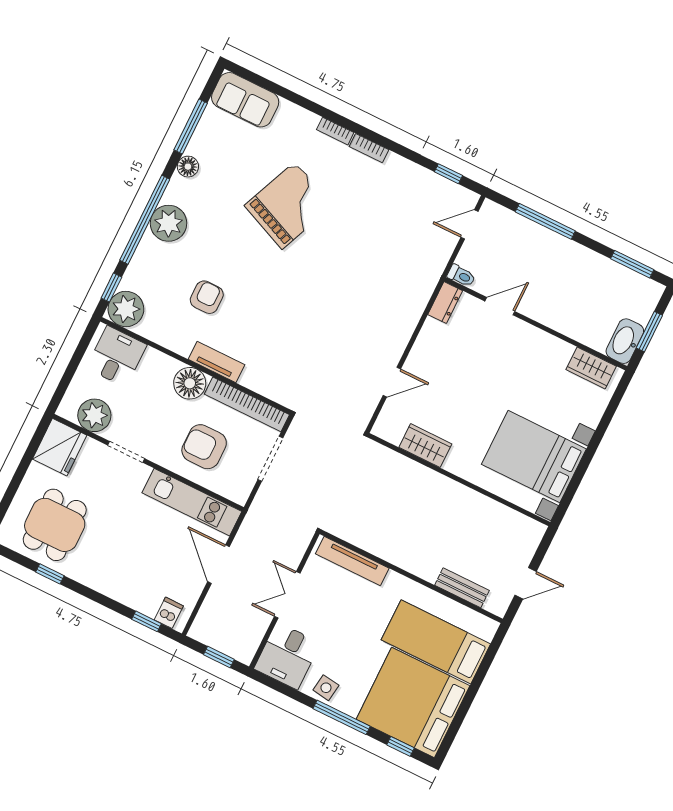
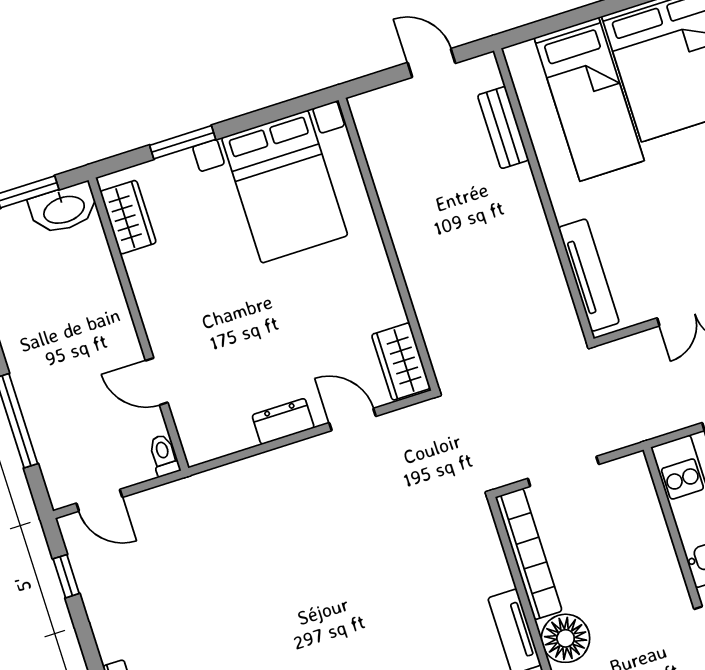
dresser: (445, 303) -> (283, 421), moved
window: (602, 428) -> (183, 142), added
wardrobe: (425, 446) -> (401, 362), moved
armchair: (204, 447) -> (620, 556), removed

